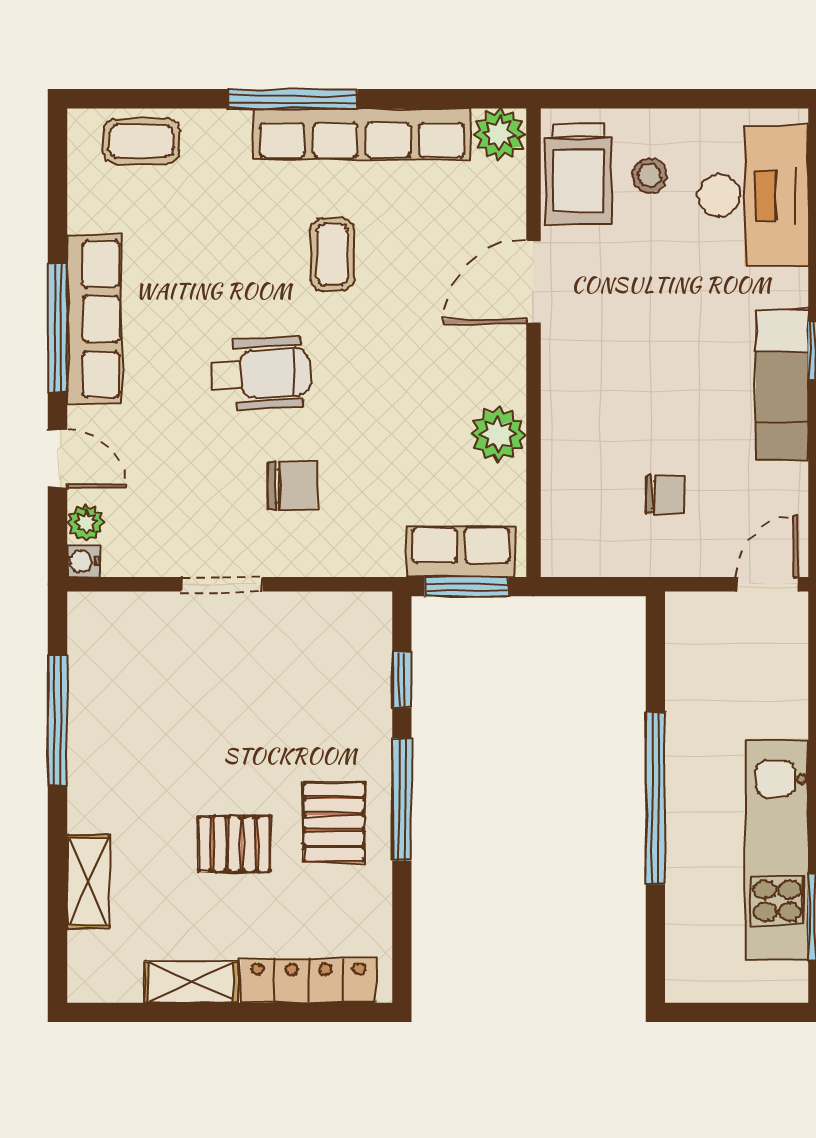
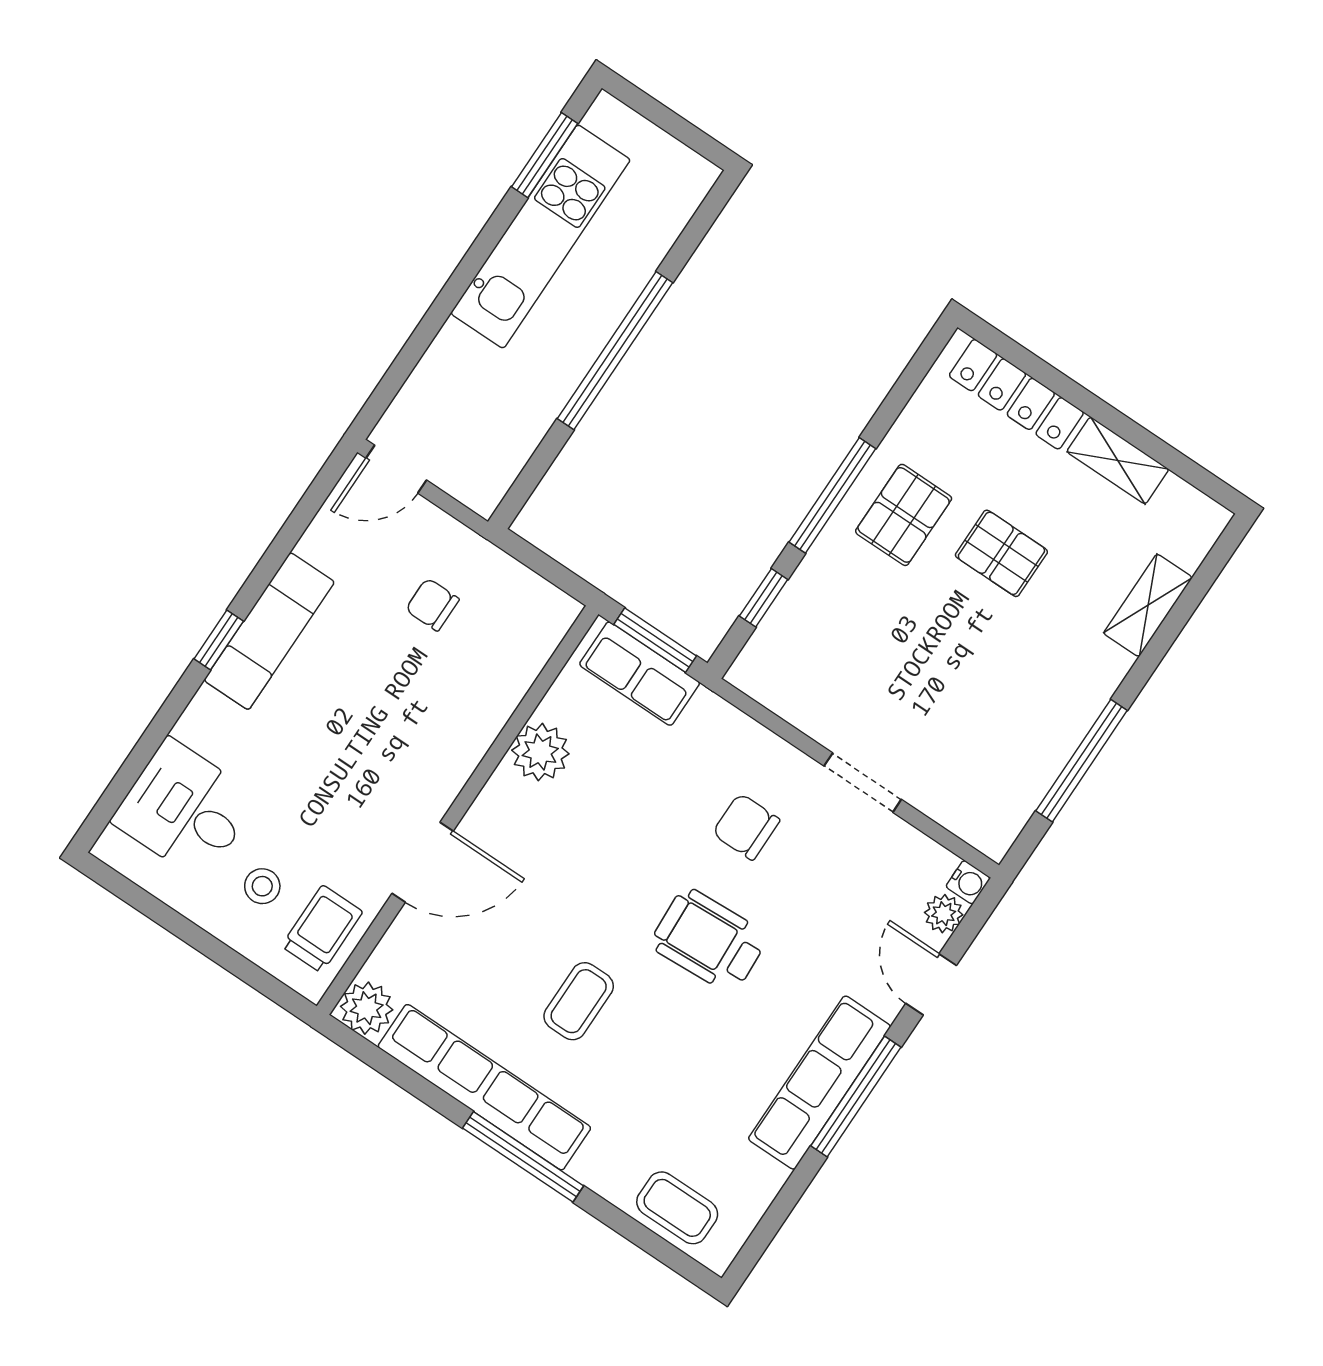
trolley: (578, 174) -> (322, 929), width x0.73, depth x0.72
desk: (753, 196) -> (185, 810), width x0.73

